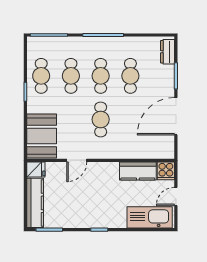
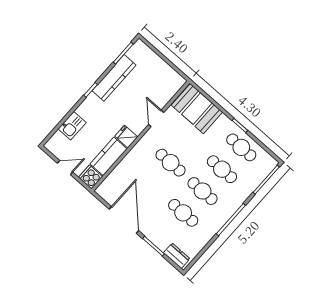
fridge: (36, 169) -> (126, 137), moved, turned 90
door: (176, 196) -> (65, 168), hinge flipped
kitchen counter: (35, 203) -> (114, 78), moved, turned -90
kitchen sink: (150, 217) -> (72, 126), width x0.53, depth x0.81

